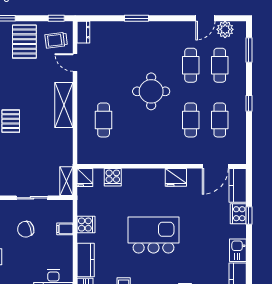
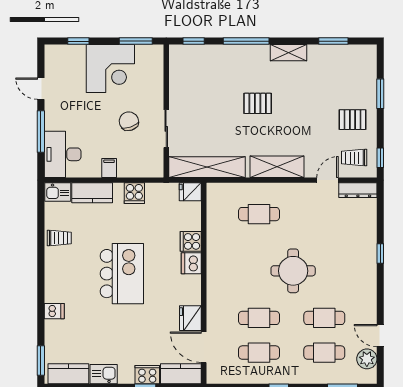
window: (137, 18) -> (380, 253), width x0.67
dresser: (83, 32) -> (358, 190), width x1.44
trolley: (56, 40) -> (354, 158), turned -83
pallet: (24, 42) -> (352, 120), width x0.67, depth x0.71
cooker: (113, 177) -> (191, 241), moved
dishwasher: (145, 177) -> (191, 263), added
fridge: (176, 177) -> (190, 318), moved
shelving: (66, 181) -> (207, 167), width x2.20, depth x1.33
filing cabinet: (65, 229) -> (109, 168), moved

